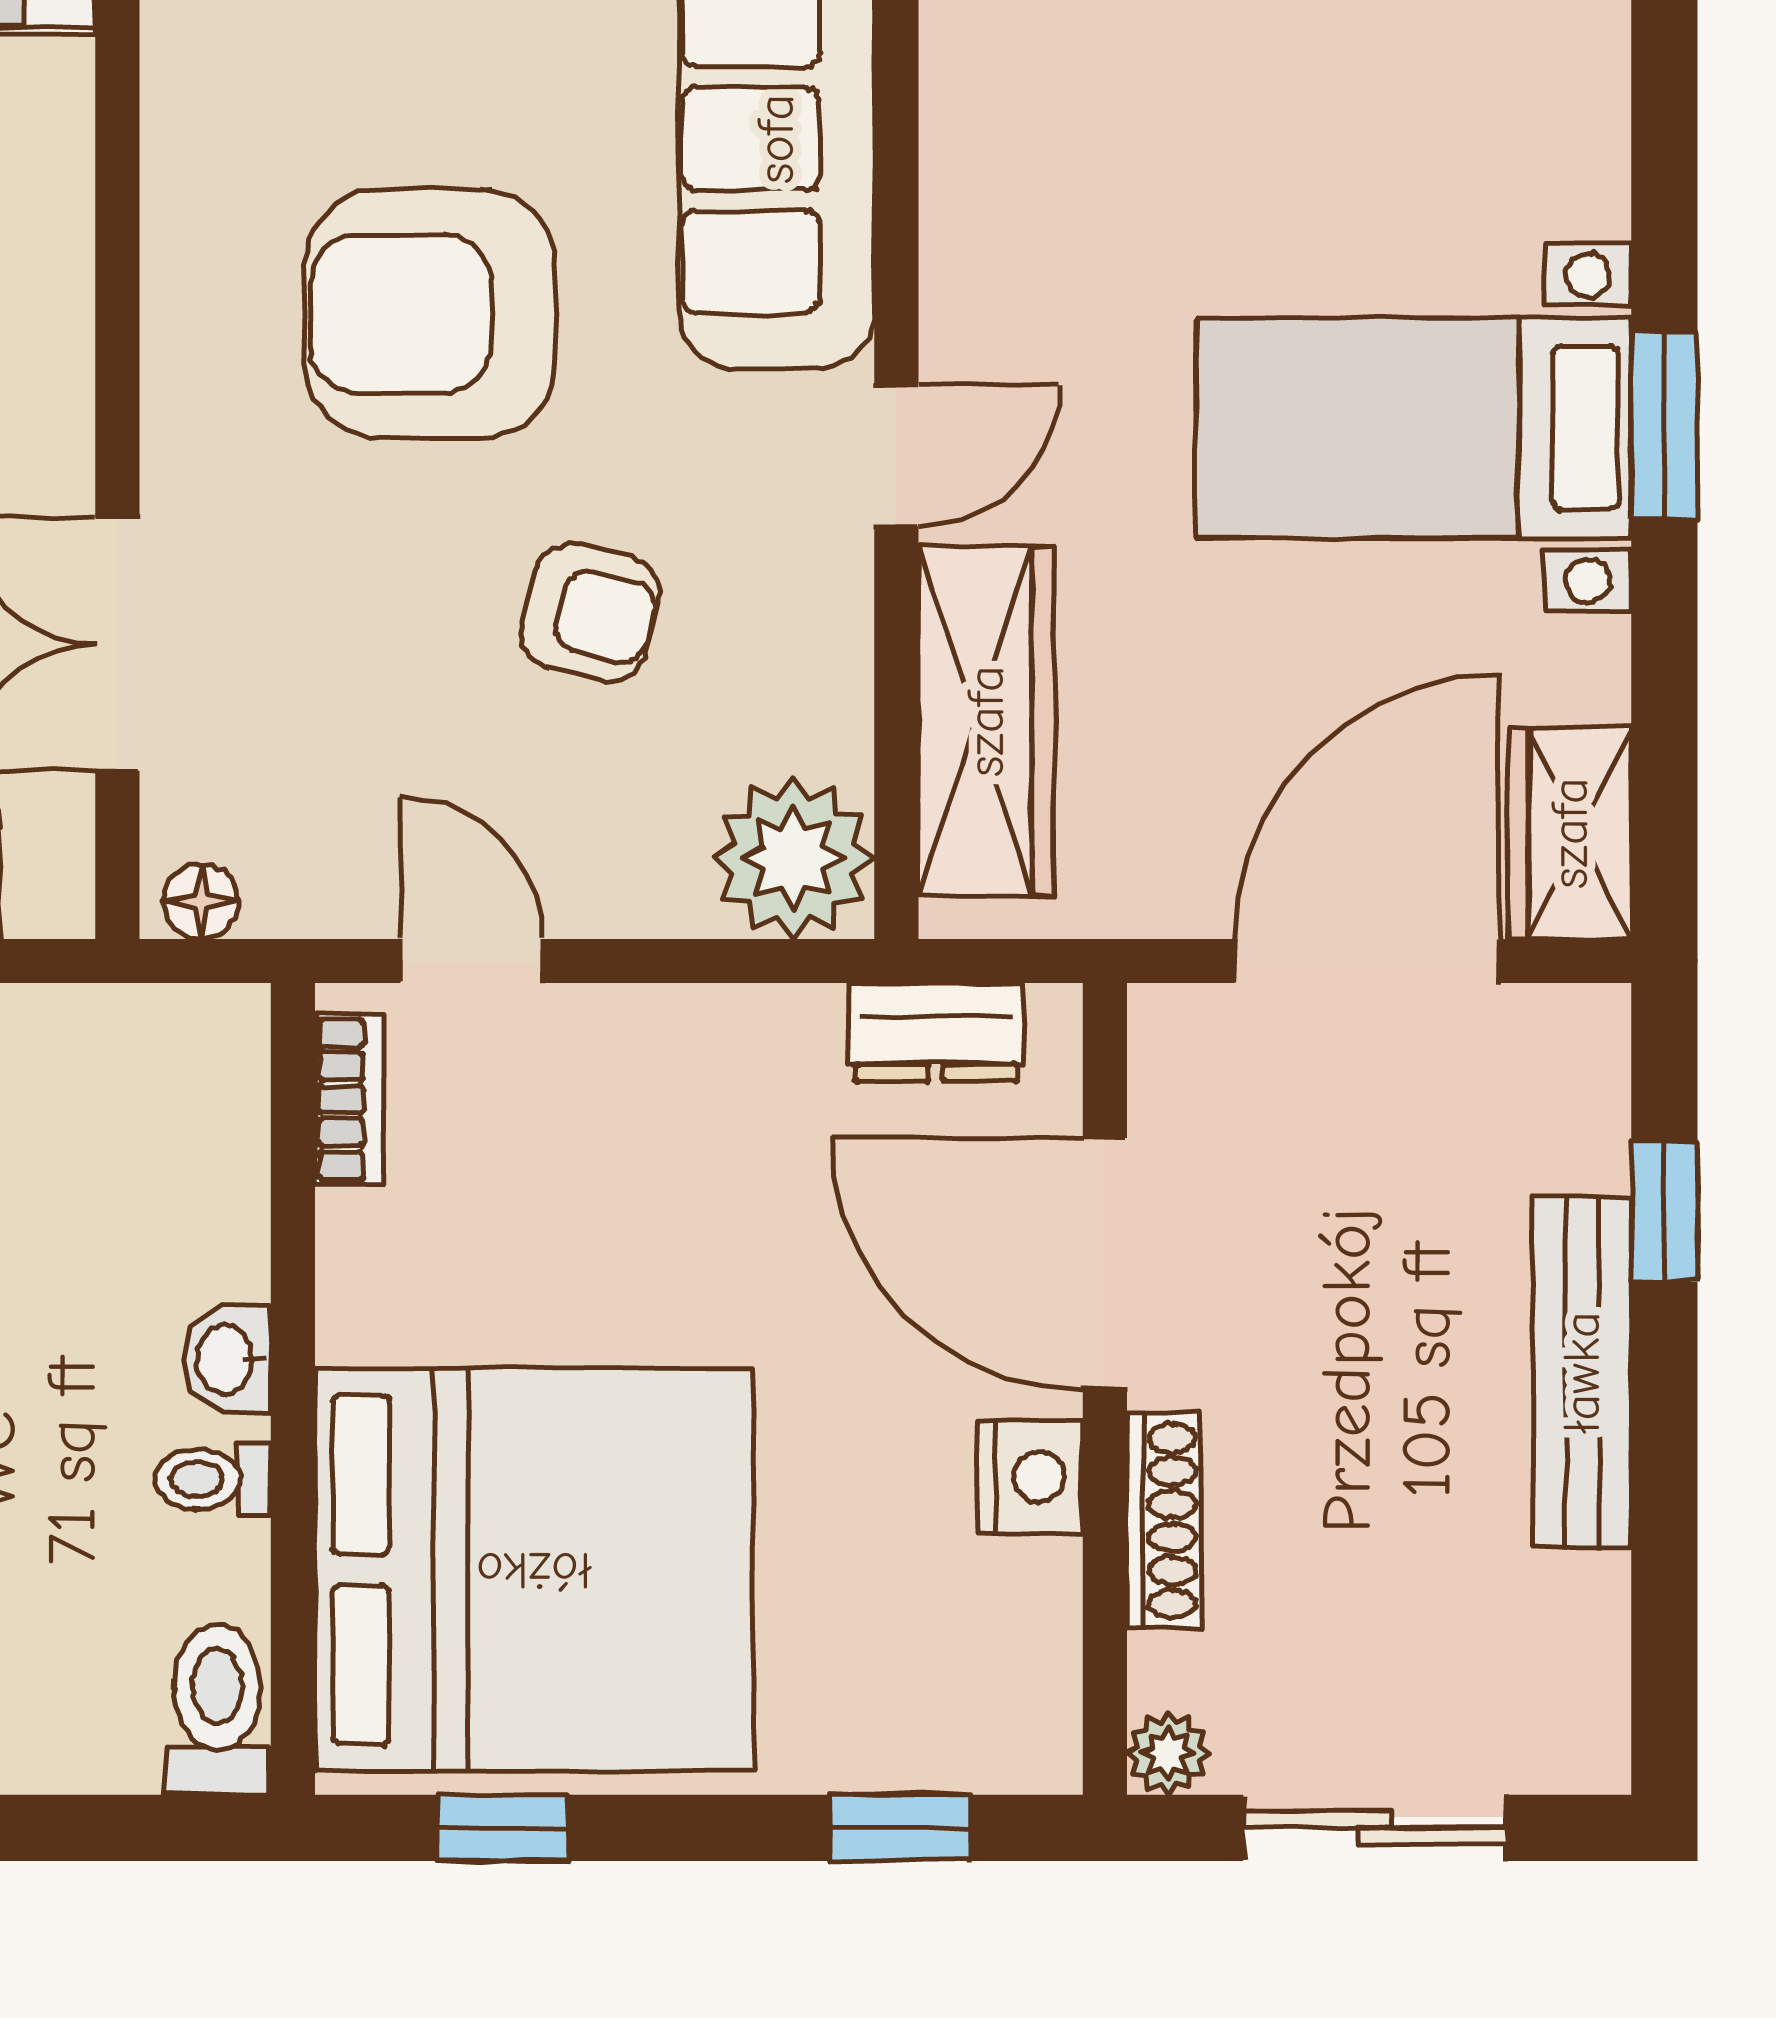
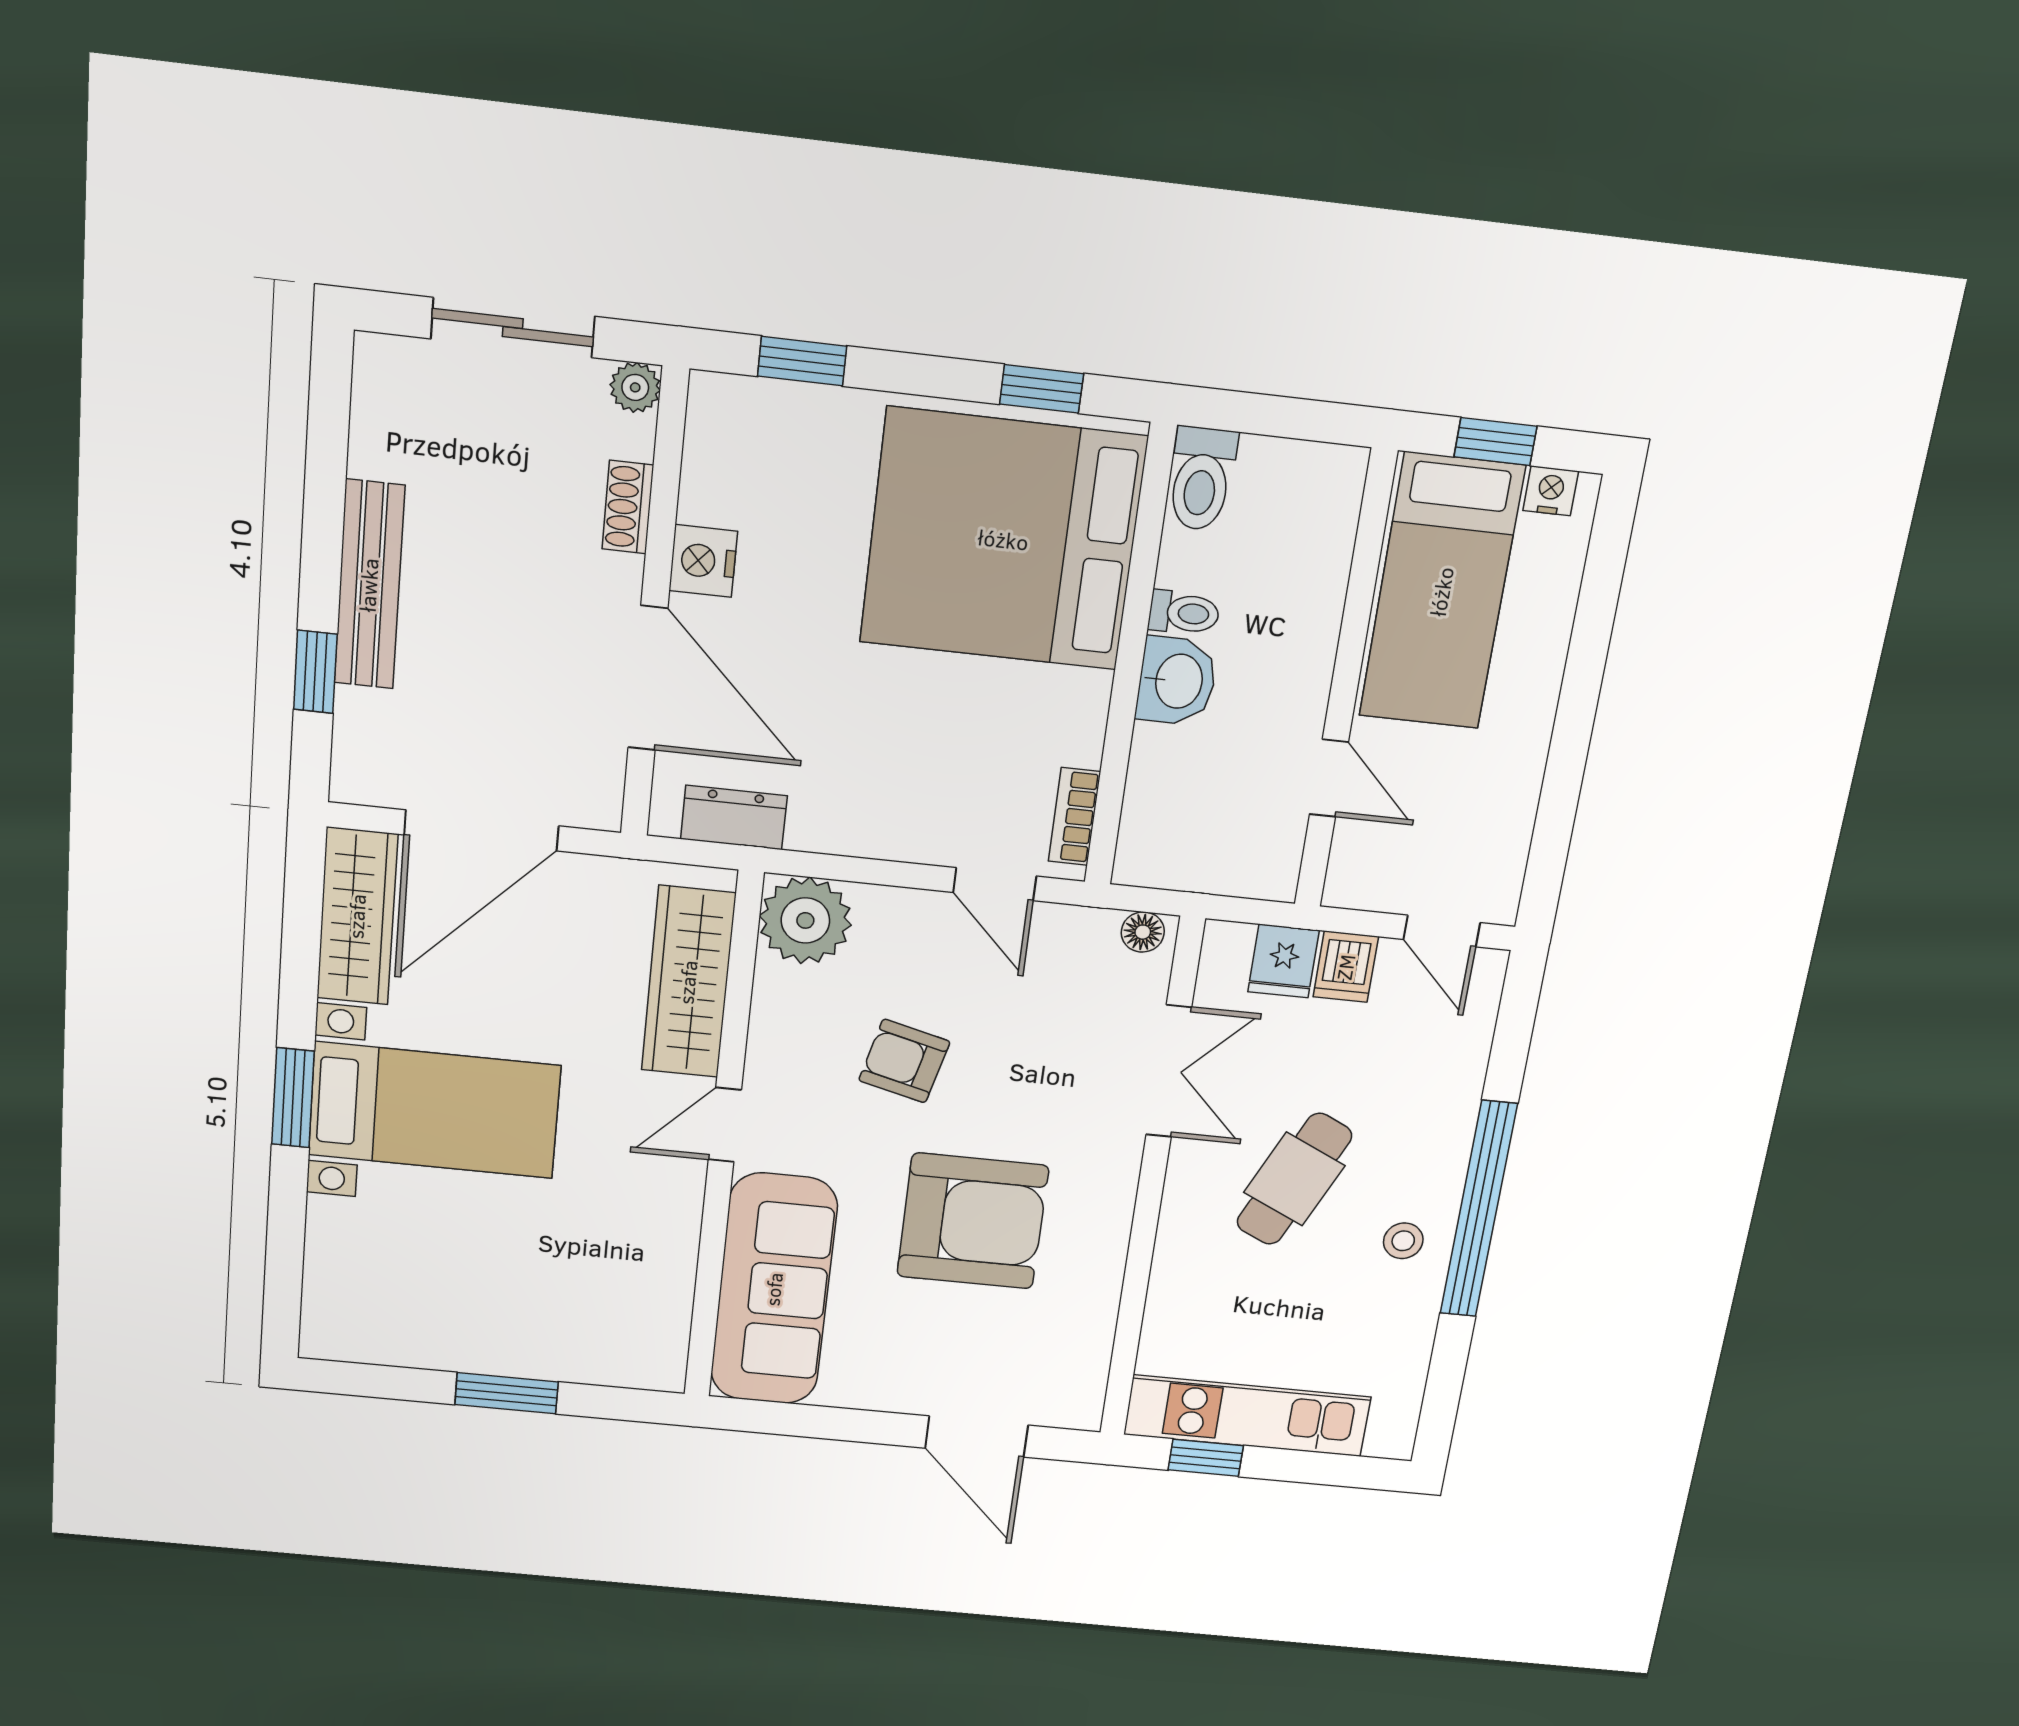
wardrobe: (1570, 833) -> (357, 916), width x1.50
washbasin: (227, 1360) -> (1177, 681), width x1.38, depth x1.45
shoe rack: (1164, 1521) -> (628, 507), width x0.70

